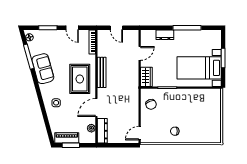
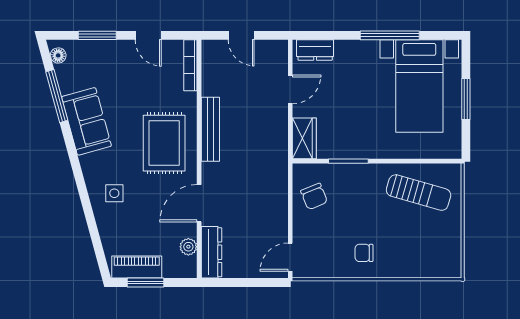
dresser: (165, 35) -> (315, 50), moved
bed with nightstands: (199, 68) -> (419, 86), moved, turned -90
sun lounger: (201, 102) -> (419, 193), added

